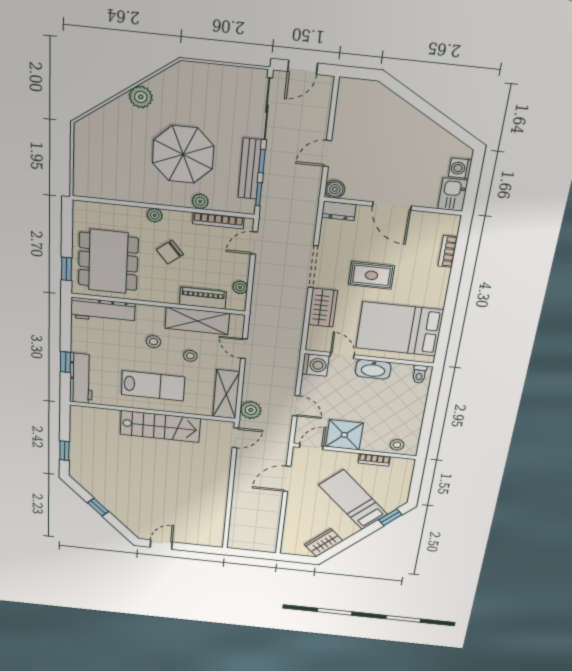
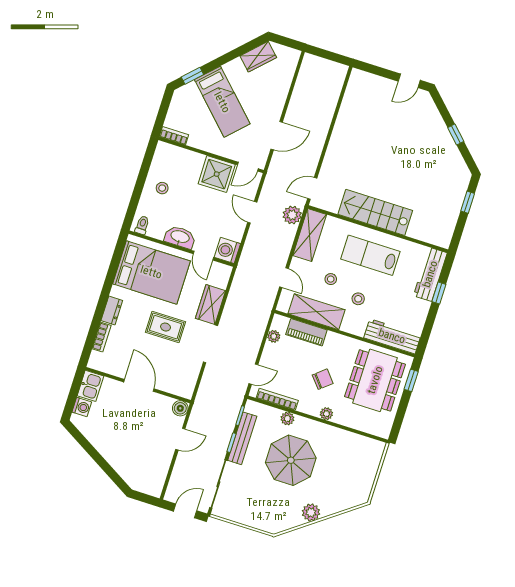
dresser: (339, 211) -> (112, 310), moved, turned 90
stool: (397, 445) -> (162, 188), moved
bookcase: (374, 460) -> (174, 136), moved

